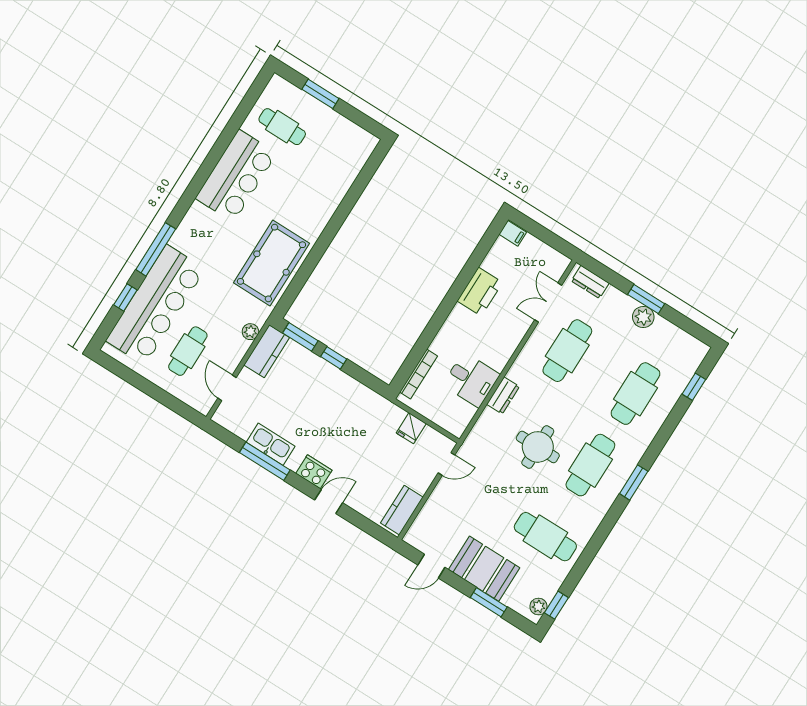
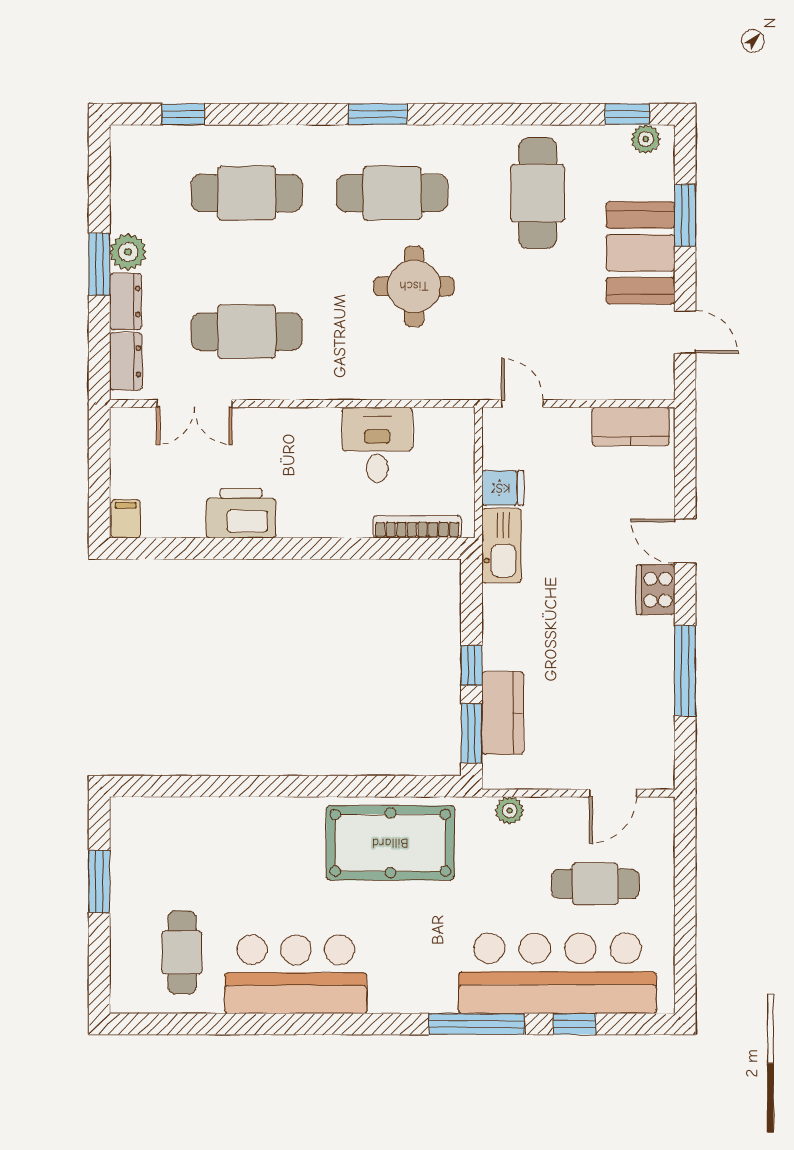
window: (320, 94) -> (99, 882), moved
kitchen counter: (267, 351) -> (502, 713), moved, turned 90
dresser: (503, 395) -> (126, 301), moved, turned 90
kitchen sink: (271, 444) -> (501, 546), moved, turned 180

